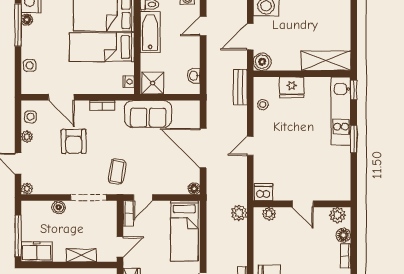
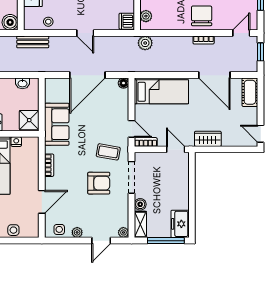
nightstand: (129, 82) -> (16, 142), moved
armchair: (74, 141) -> (99, 183), moved
shelving: (81, 255) -> (140, 224), moved

